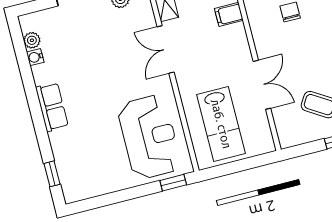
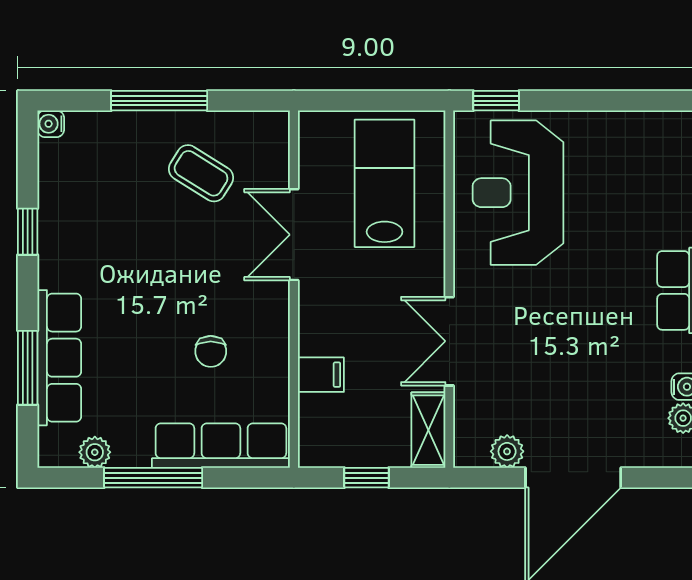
double door: (166, 49) -> (449, 341), swing flipped

